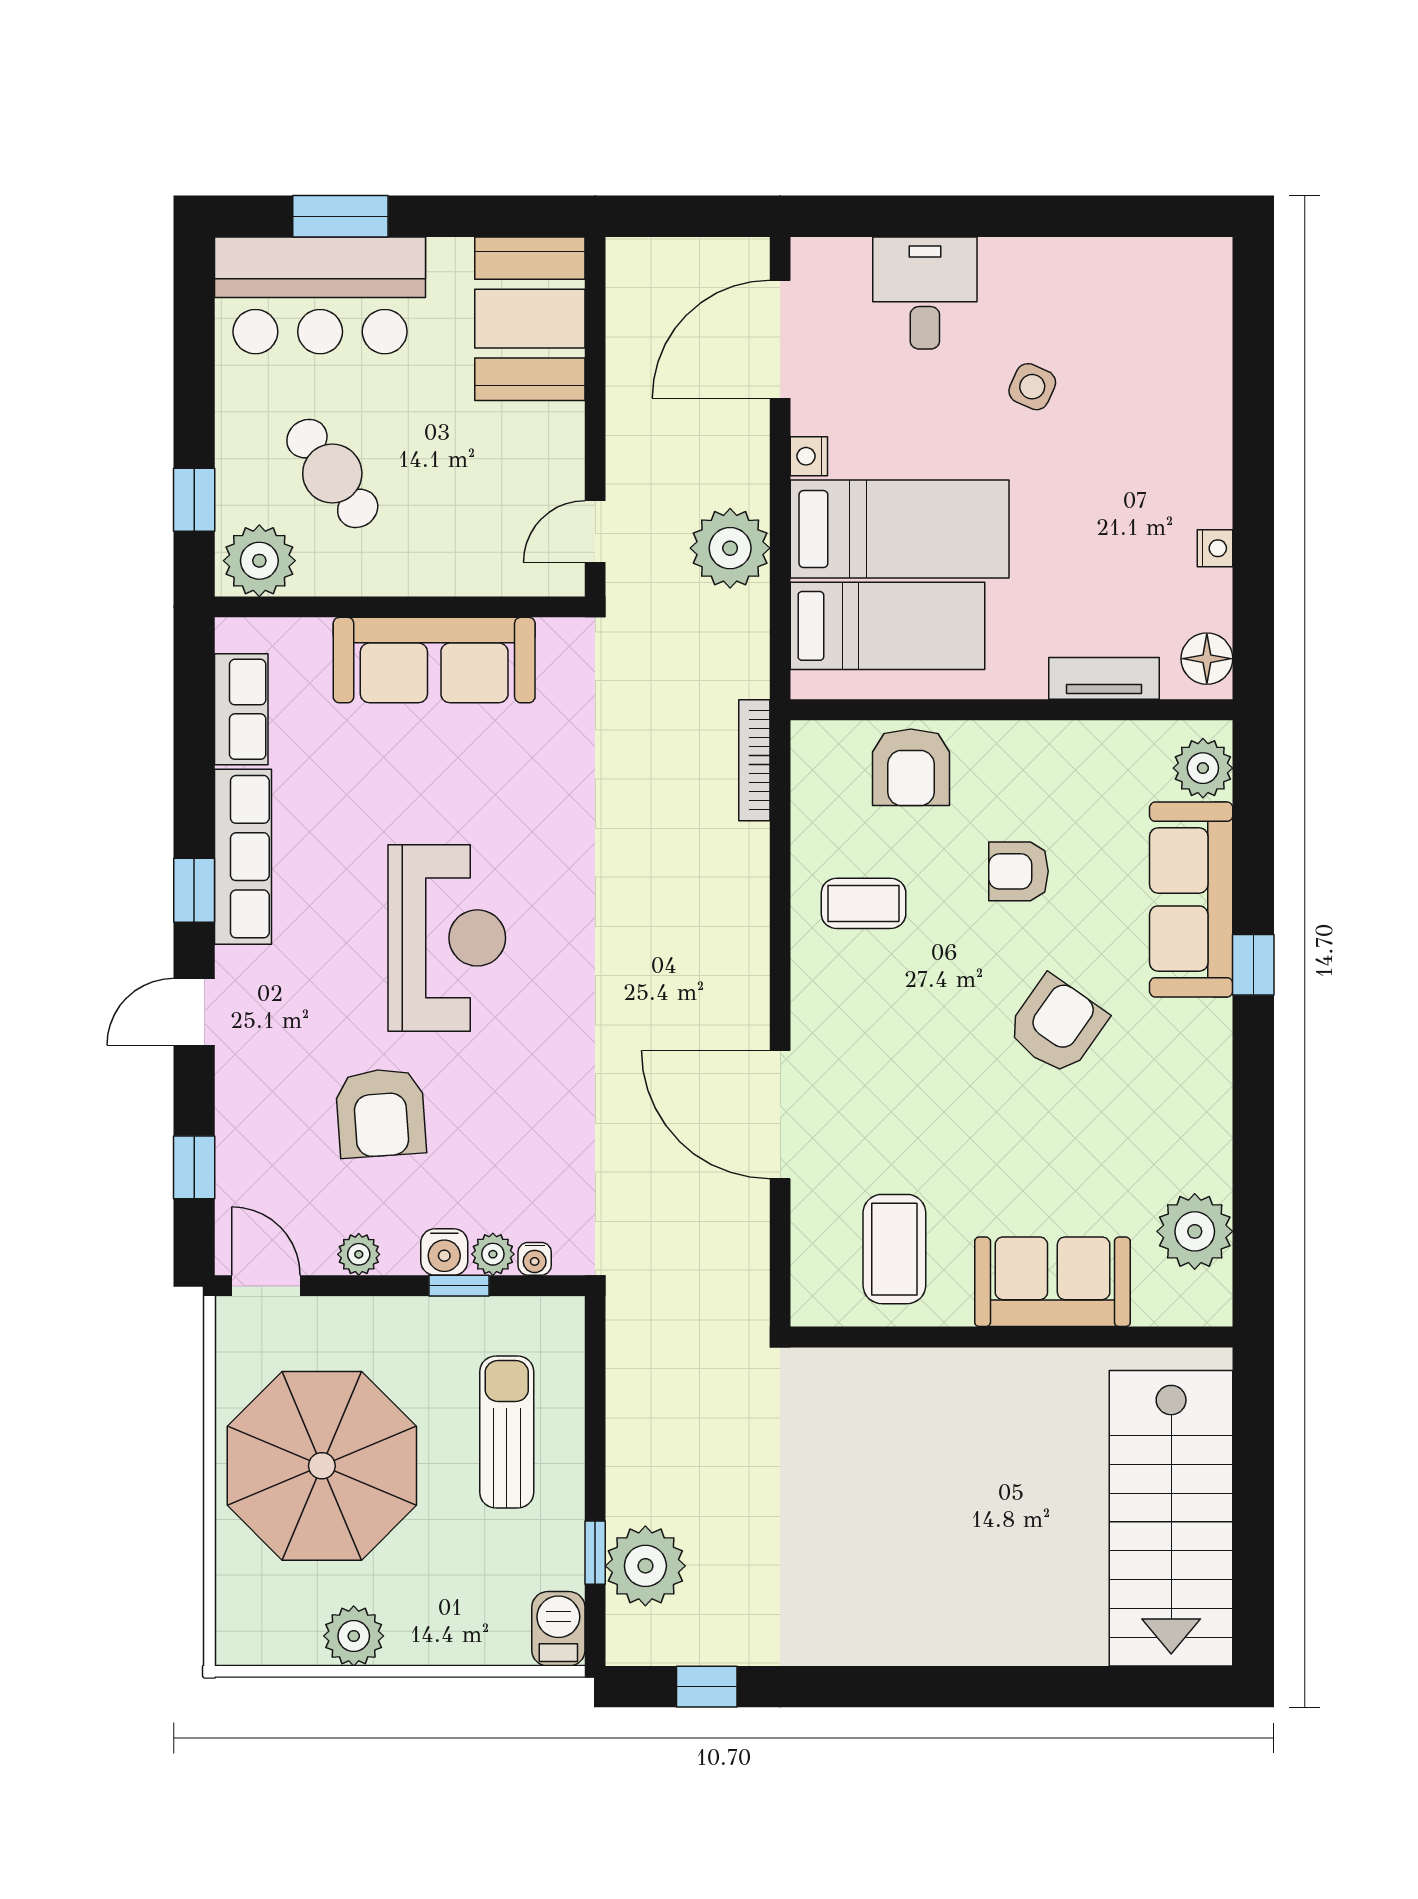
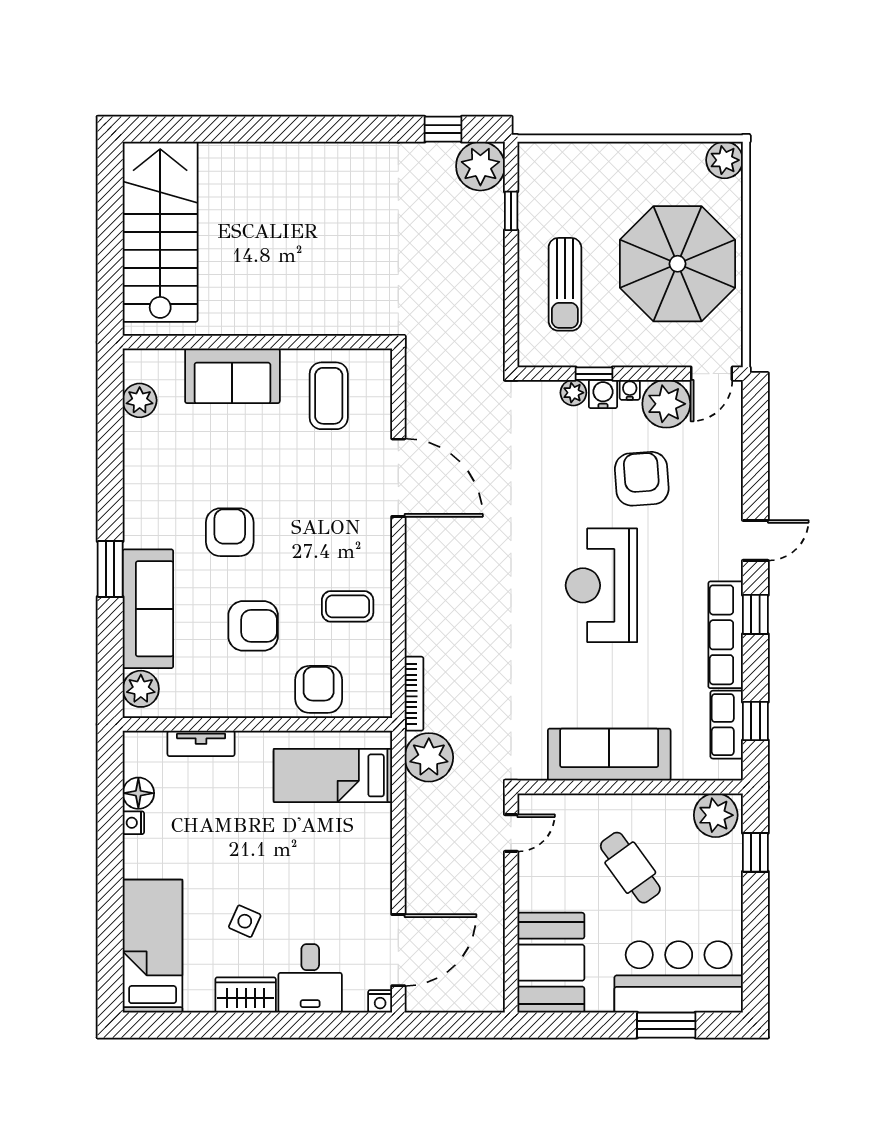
wardrobe: (1031, 266) -> (246, 995), added
nightstand: (809, 456) -> (380, 1001), moved, turned 90
cafe table: (332, 473) -> (630, 868), moved
bed: (900, 529) -> (153, 946), moved, turned 90
plant: (730, 548) -> (429, 757), moved
floor lamp: (1207, 659) -> (138, 793), moved
armchair: (1019, 871) -> (253, 626), width x1.38, depth x1.38
window: (1253, 965) -> (110, 569), width x1.50
armchair: (1057, 1025) -> (230, 532), turned 145
window: (194, 1167) -> (755, 721), moved
plant: (1195, 1231) -> (140, 400), width x0.73, depth x0.73
plant: (359, 1254) -> (666, 404), width x1.87, depth x1.87
water cooler: (535, 1259) -> (630, 390), moved
door: (266, 1286) -> (712, 374), hinge flipped
plant: (645, 1566) -> (480, 166), moved
barbecue: (558, 1629) -> (533, 164), removed
plant: (354, 1636) -> (725, 160), moved

